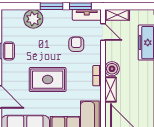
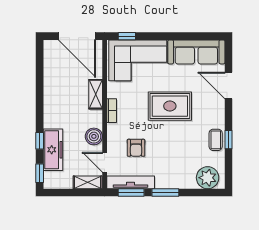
tv unit: (87, 15) -> (131, 182), width x1.41
plant: (33, 19) -> (208, 178), moved
boiler: (112, 69) -> (94, 136), moved

